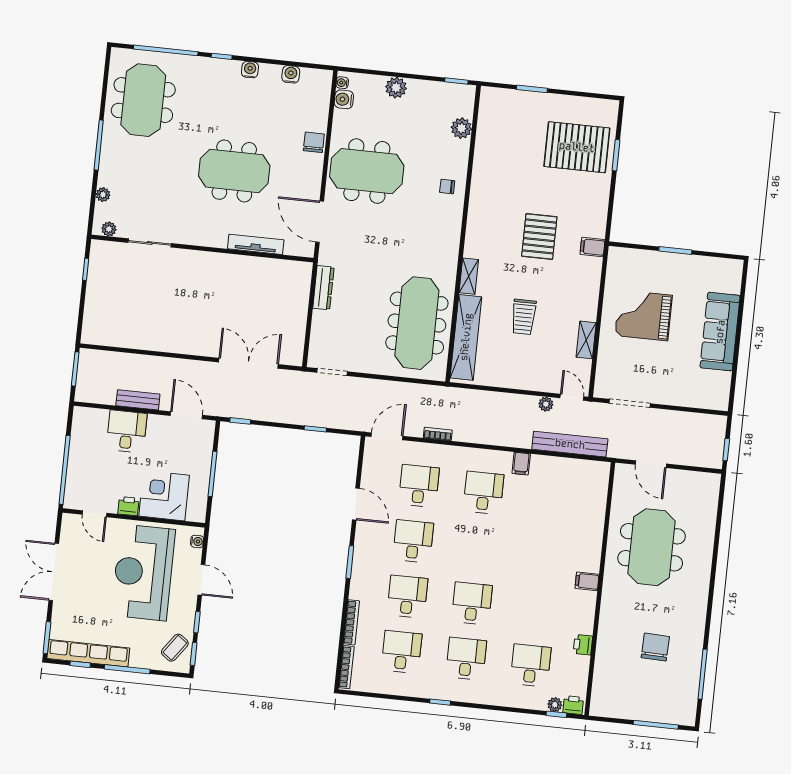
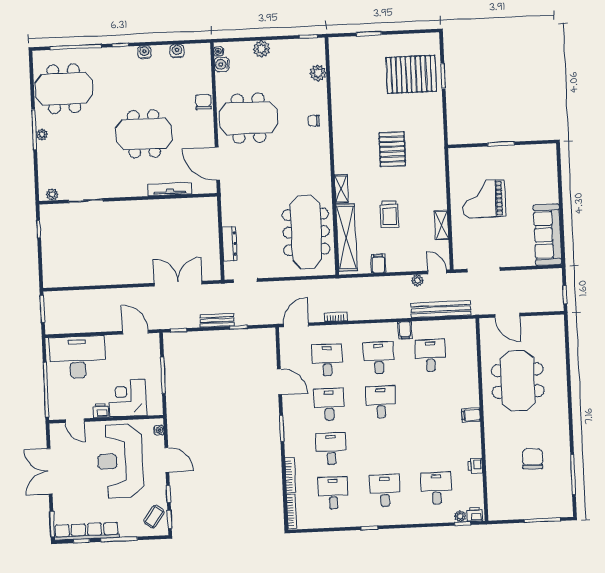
meeting table: (143, 100) -> (64, 89), turned 90
plant: (103, 195) -> (42, 135), moved
filing cabinet: (592, 247) -> (378, 264), moved, turned 90
dresser: (323, 288) -> (229, 244), moved
sofa: (720, 332) -> (547, 235), moved
bench: (138, 400) -> (217, 320), moved
desk: (127, 431) -> (78, 357), width x1.87, depth x1.30
desk: (548, 500) -> (430, 355), added
desk: (472, 603) -> (381, 402), moved

